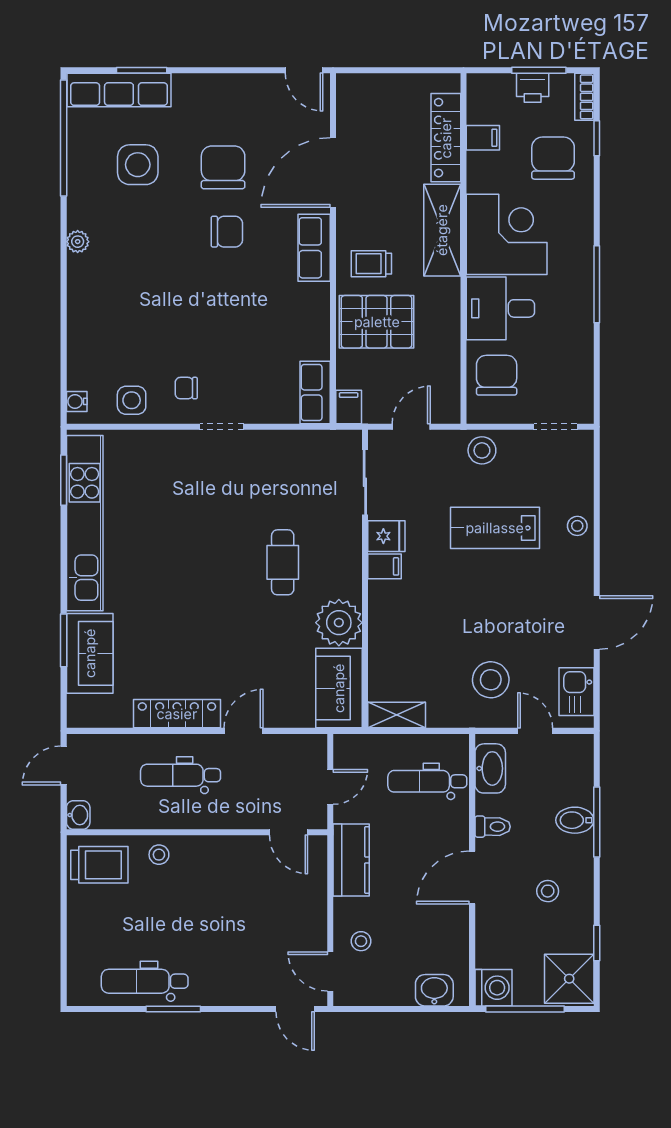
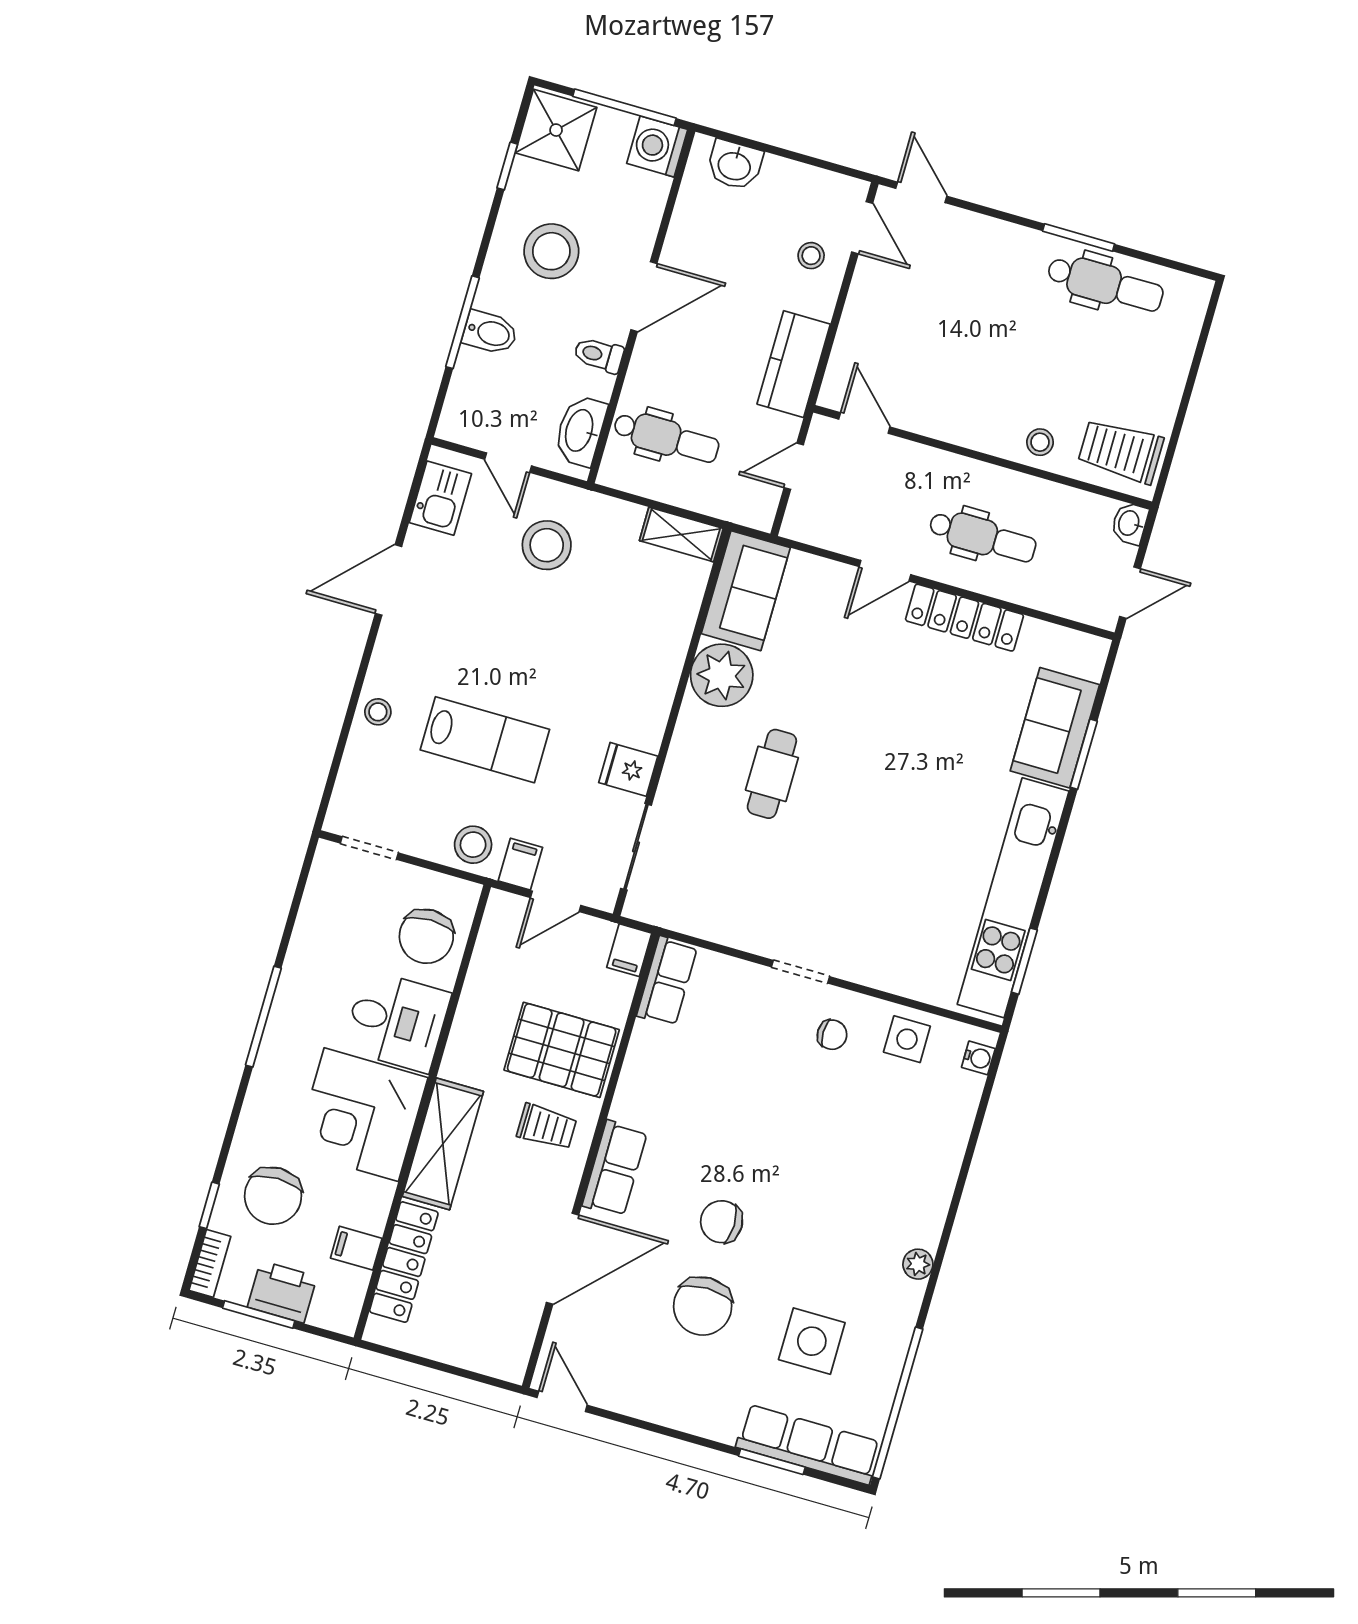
printer: (533, 88) -> (282, 1292), width x1.36, depth x1.24
filing cabinet: (384, 566) -> (520, 864), moved, turned 90
stool: (548, 891) -> (551, 251), width x1.89, depth x1.89

